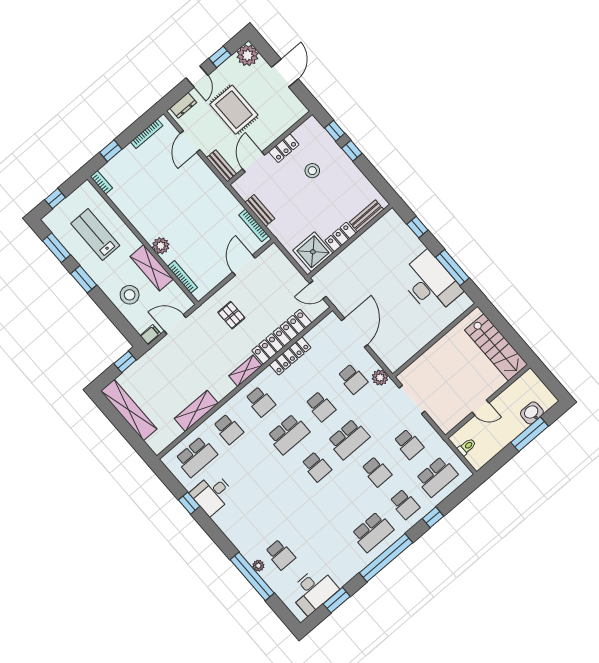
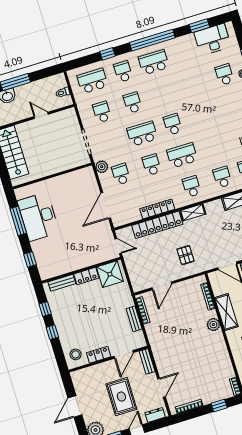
window: (335, 131) -> (45, 309), moved
stool: (312, 171) -> (76, 354), moved

